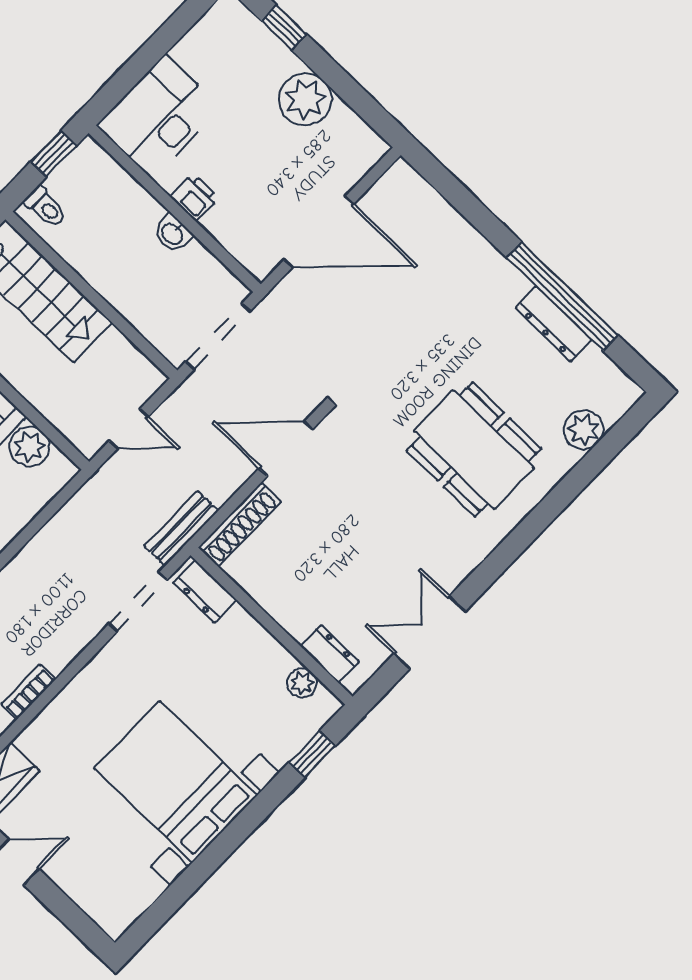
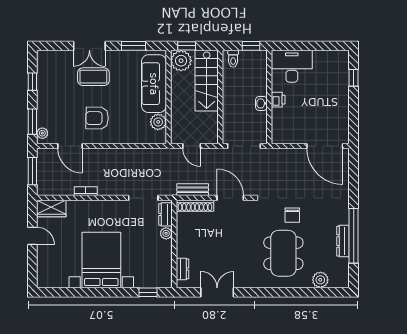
plant: (305, 99) -> (338, 104), removed
door: (319, 232) -> (325, 146), moved
chair: (422, 369) -> (292, 215), added
bench: (181, 528) -> (193, 190), moved
plant: (302, 683) -> (166, 233), moved

